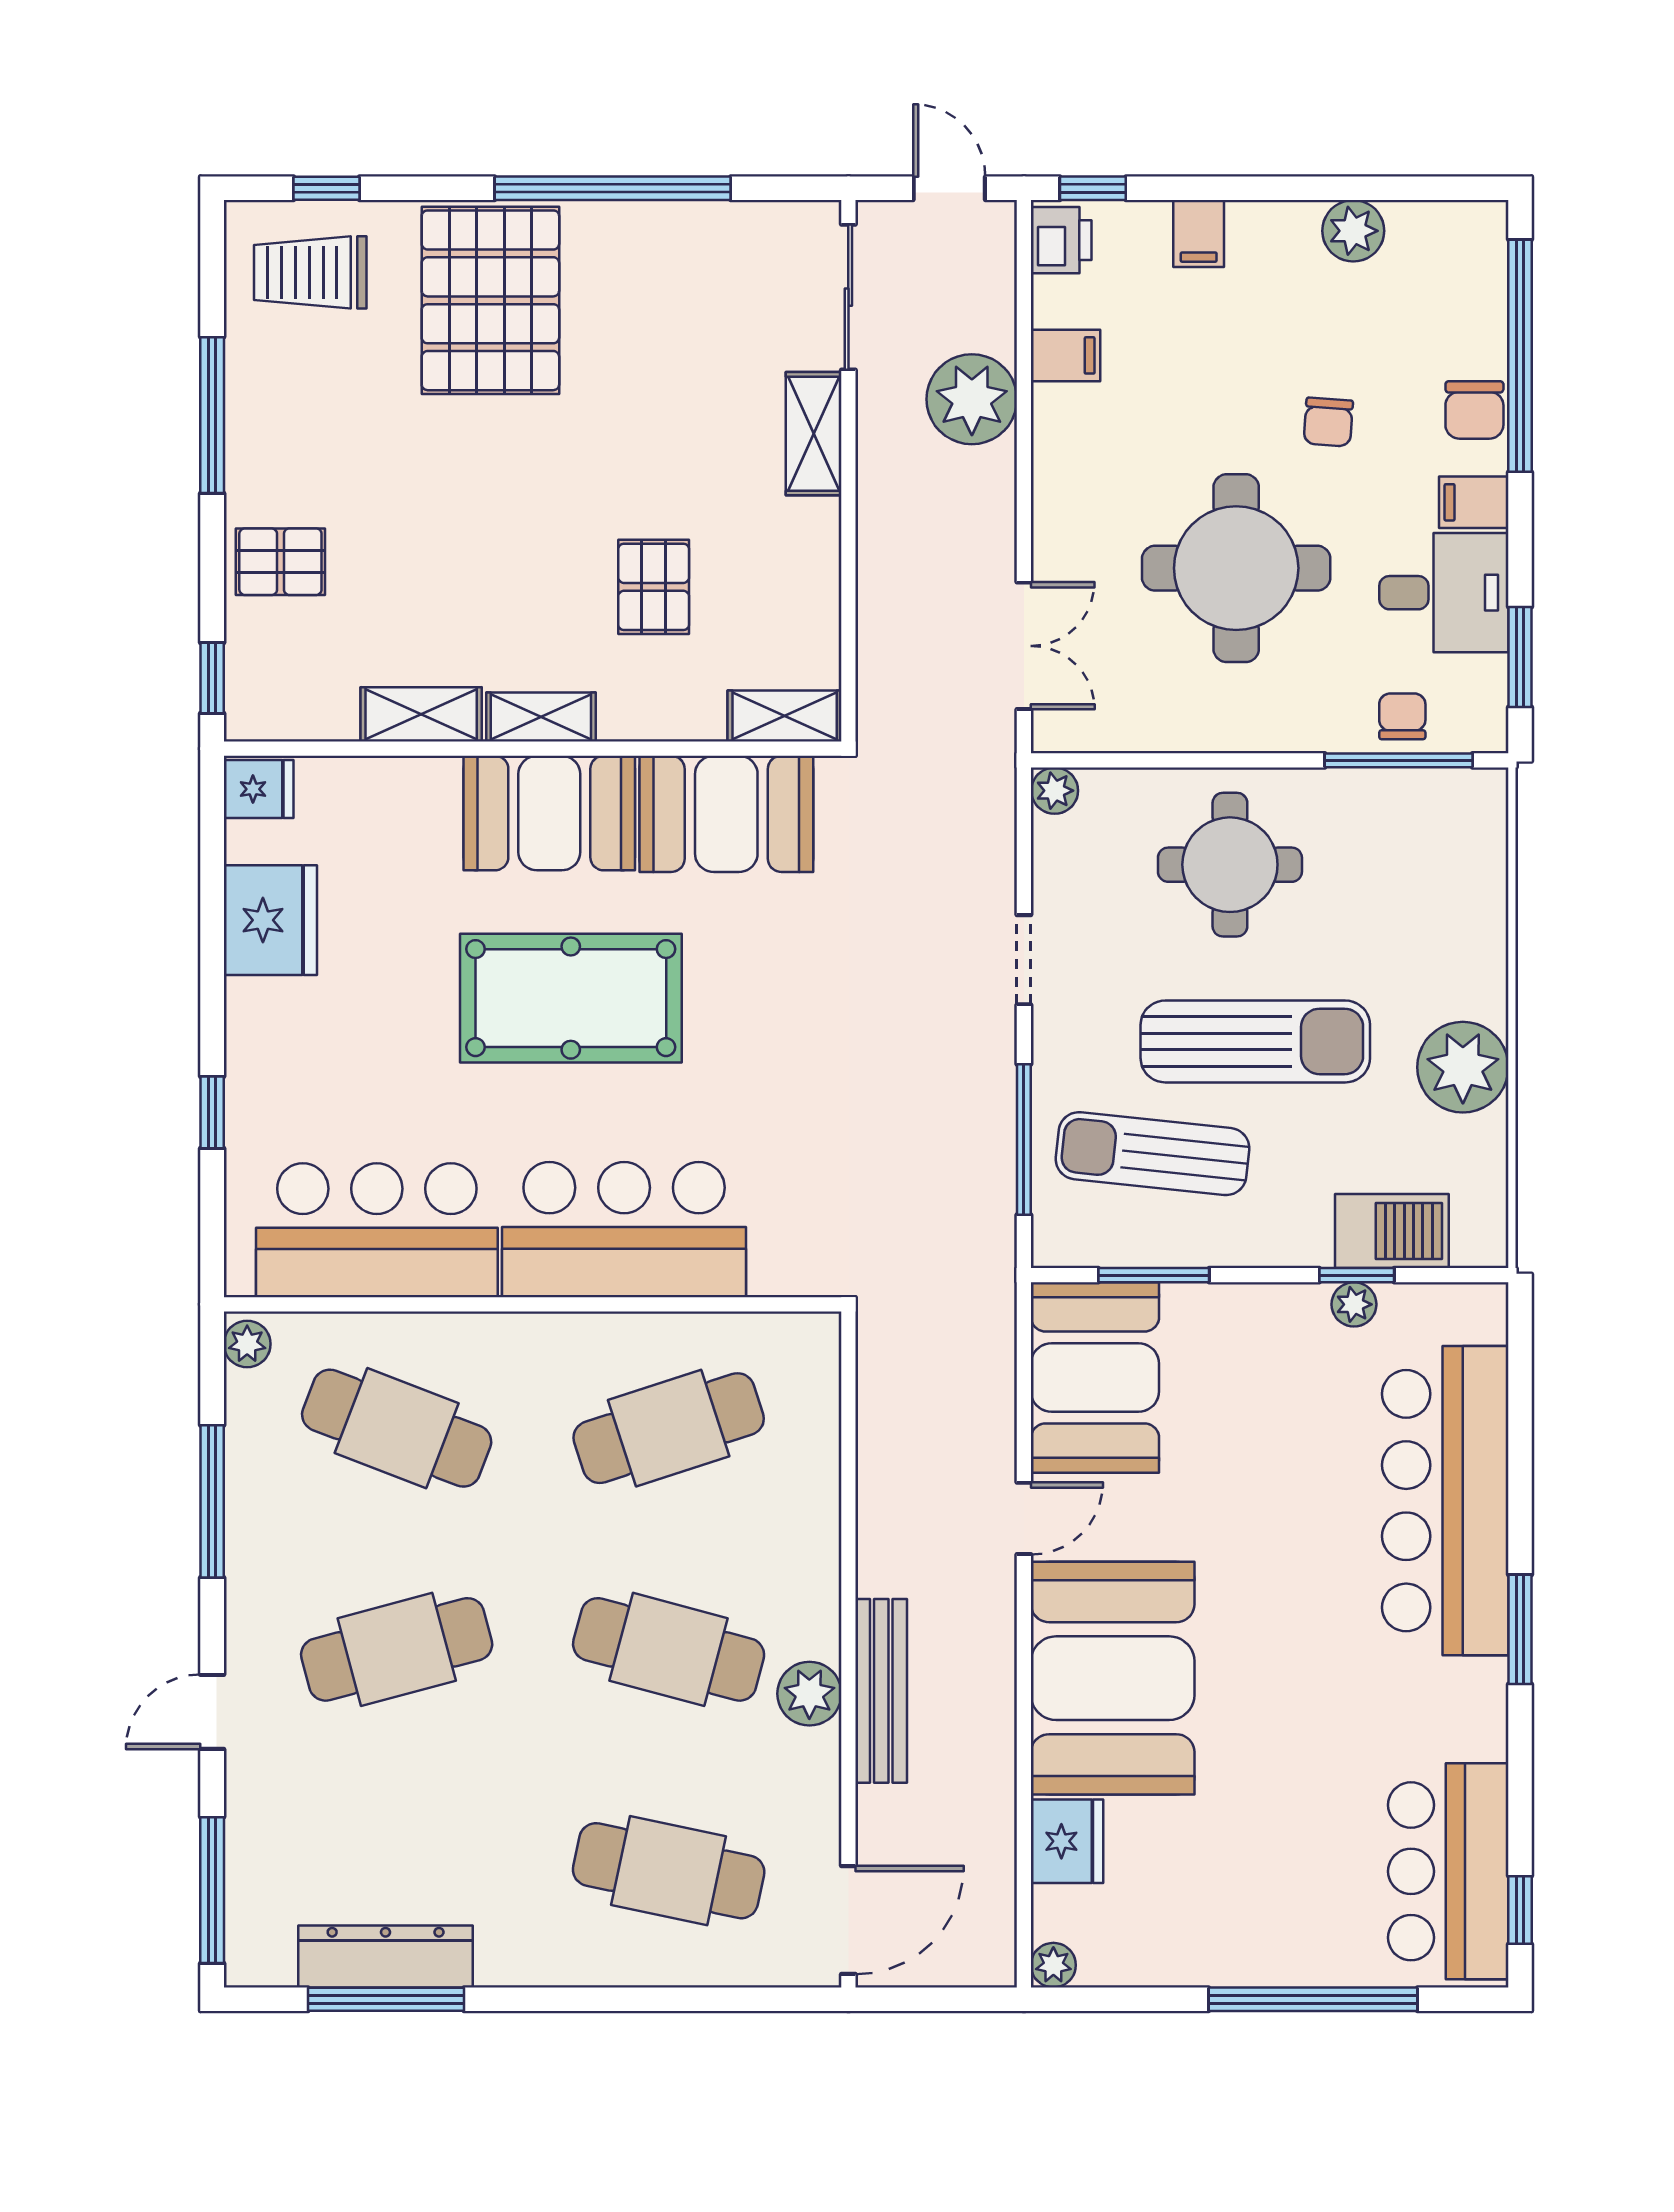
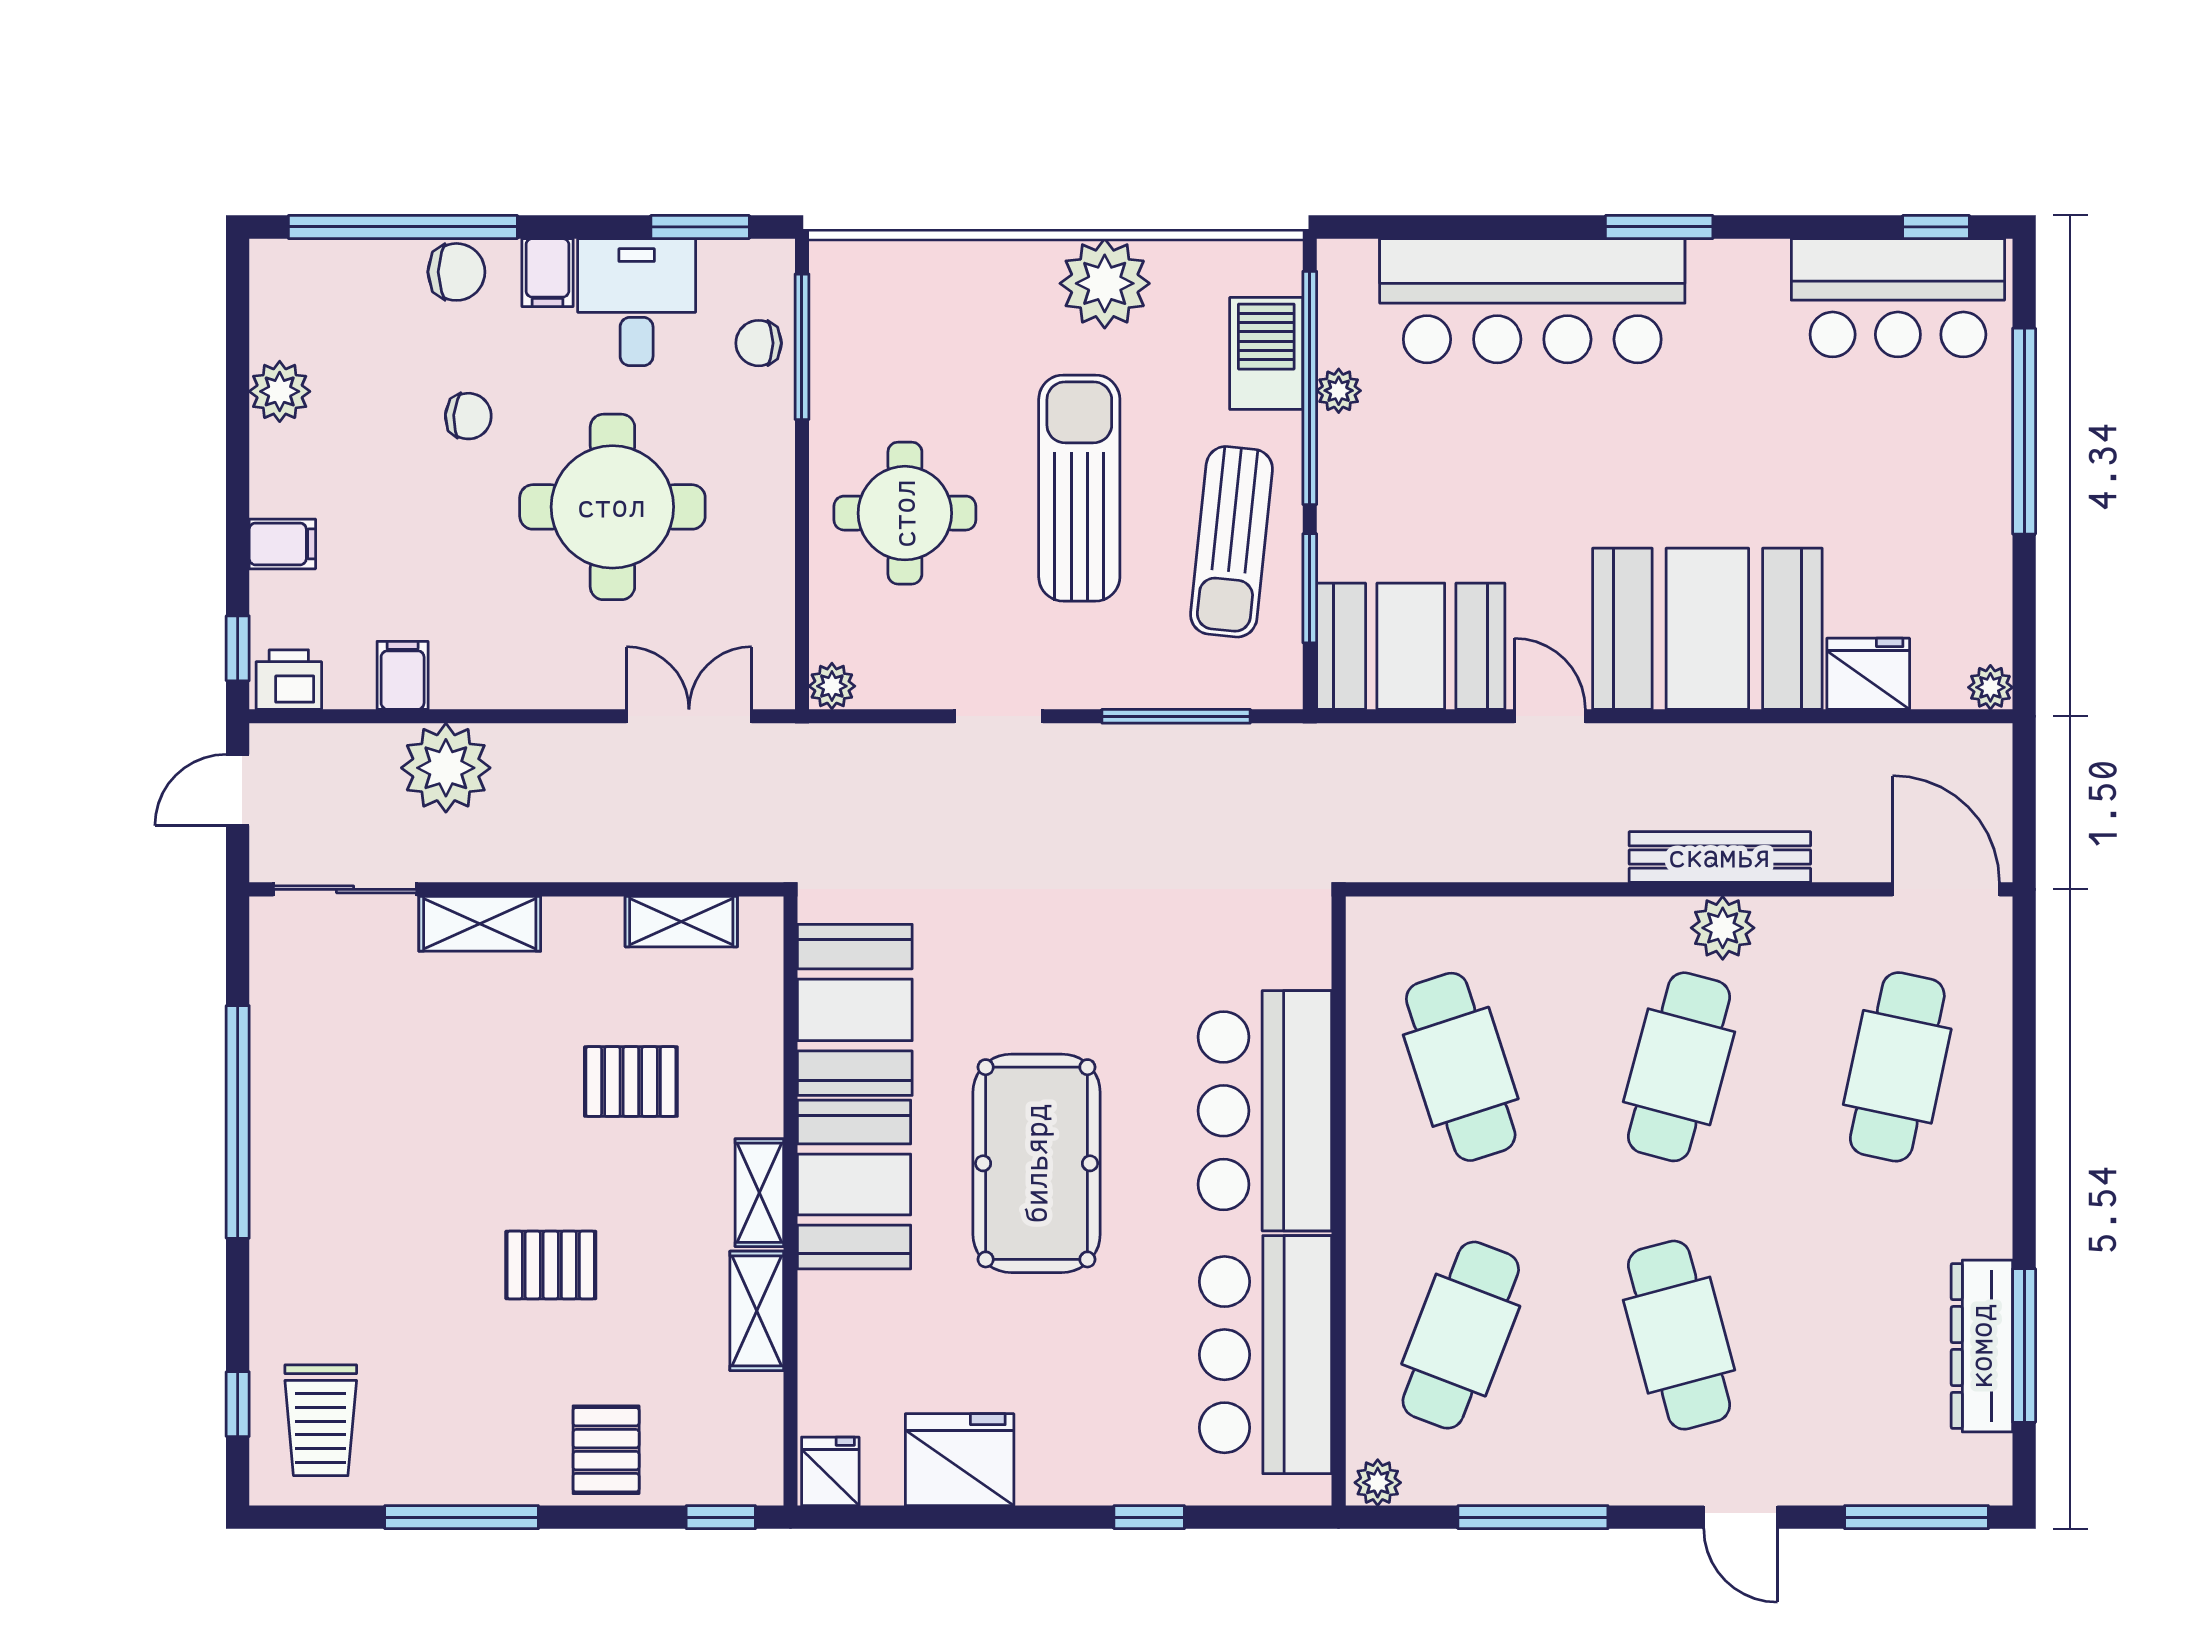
pallet: (490, 300) -> (551, 1265), moved, width x0.49, depth x0.50
shelving: (785, 716) -> (681, 922), moved, turned 90
sun lounger: (1152, 1154) -> (1232, 542), moved
window: (1357, 1275) -> (1310, 388), width x3.17

